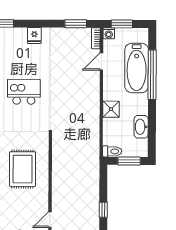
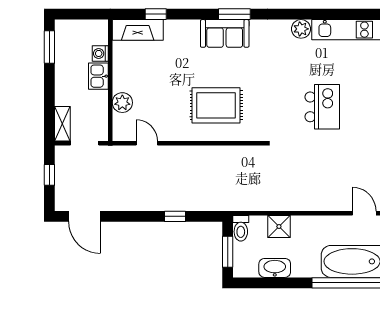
shower: (111, 109) -> (279, 226), moved
window: (103, 210) -> (175, 216), moved

